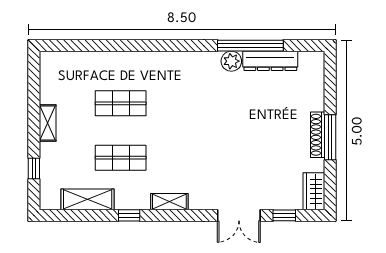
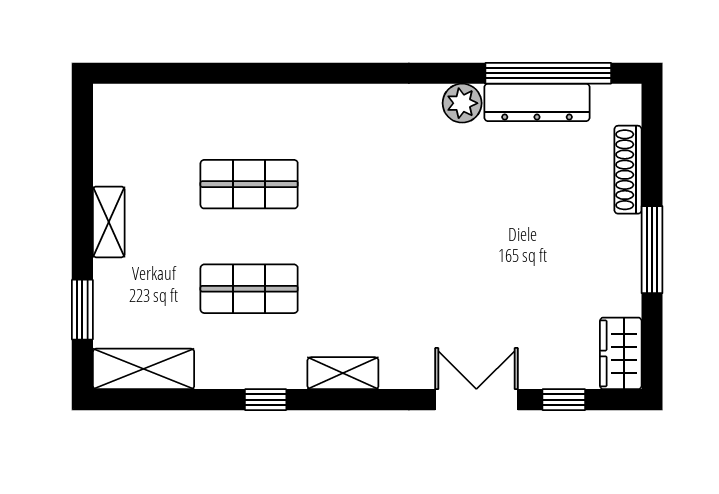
window: (250, 46) -> (548, 73), moved
shoe rack: (318, 135) -> (628, 170), moved
window: (34, 169) -> (82, 310), width x1.50
shelving: (88, 199) -> (144, 369), moved
double door: (239, 215) -> (476, 400), swing flipped

